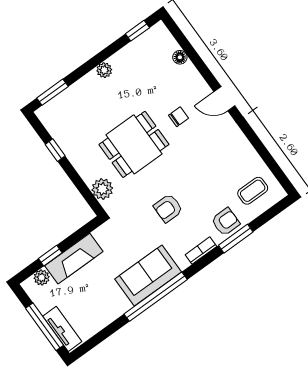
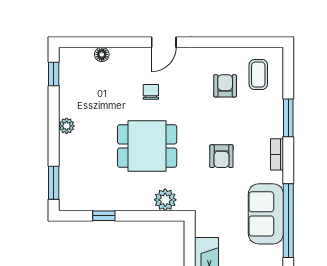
dining table: (134, 144) -> (147, 146), turned 90
armchair: (226, 222) -> (225, 86), moved

